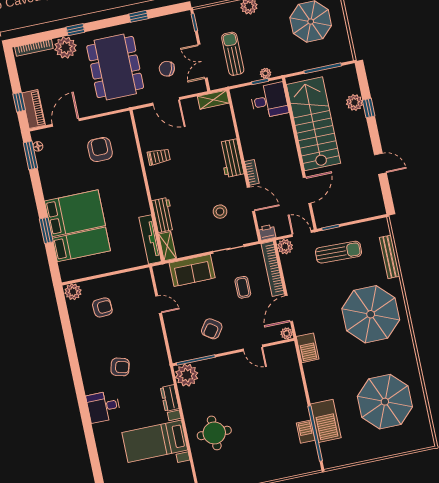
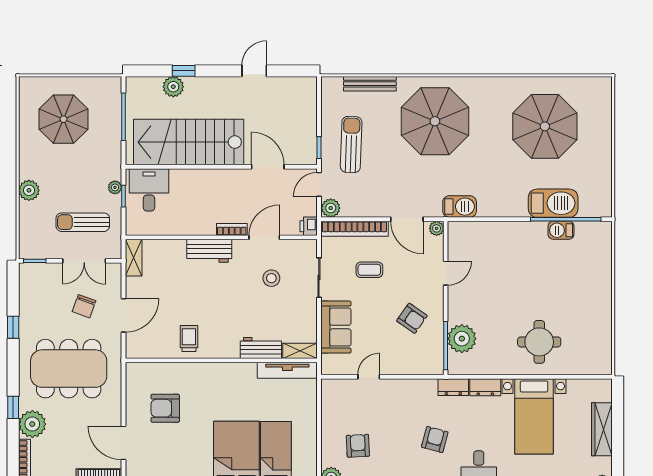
dresser: (164, 373) -> (453, 387), added
plant: (187, 375) -> (462, 339), moved

